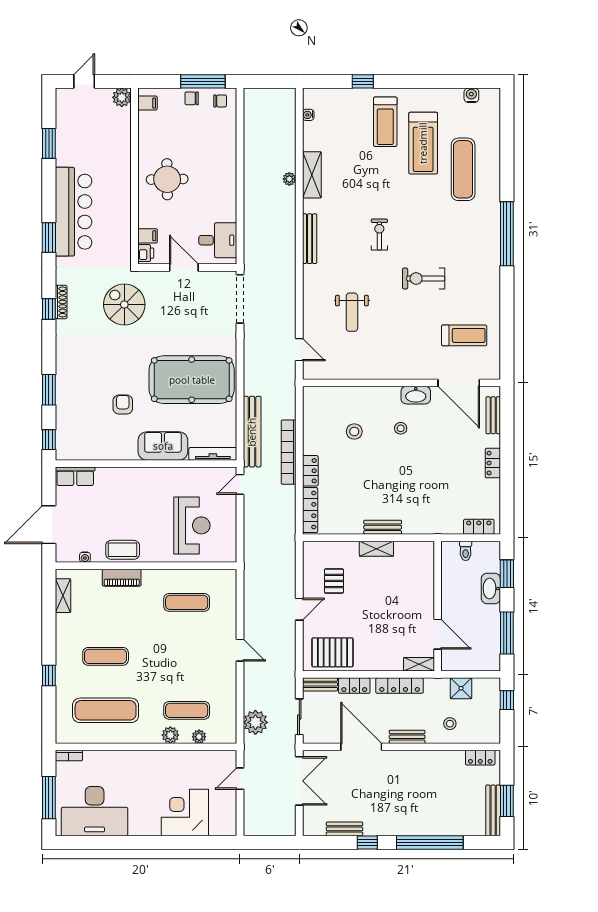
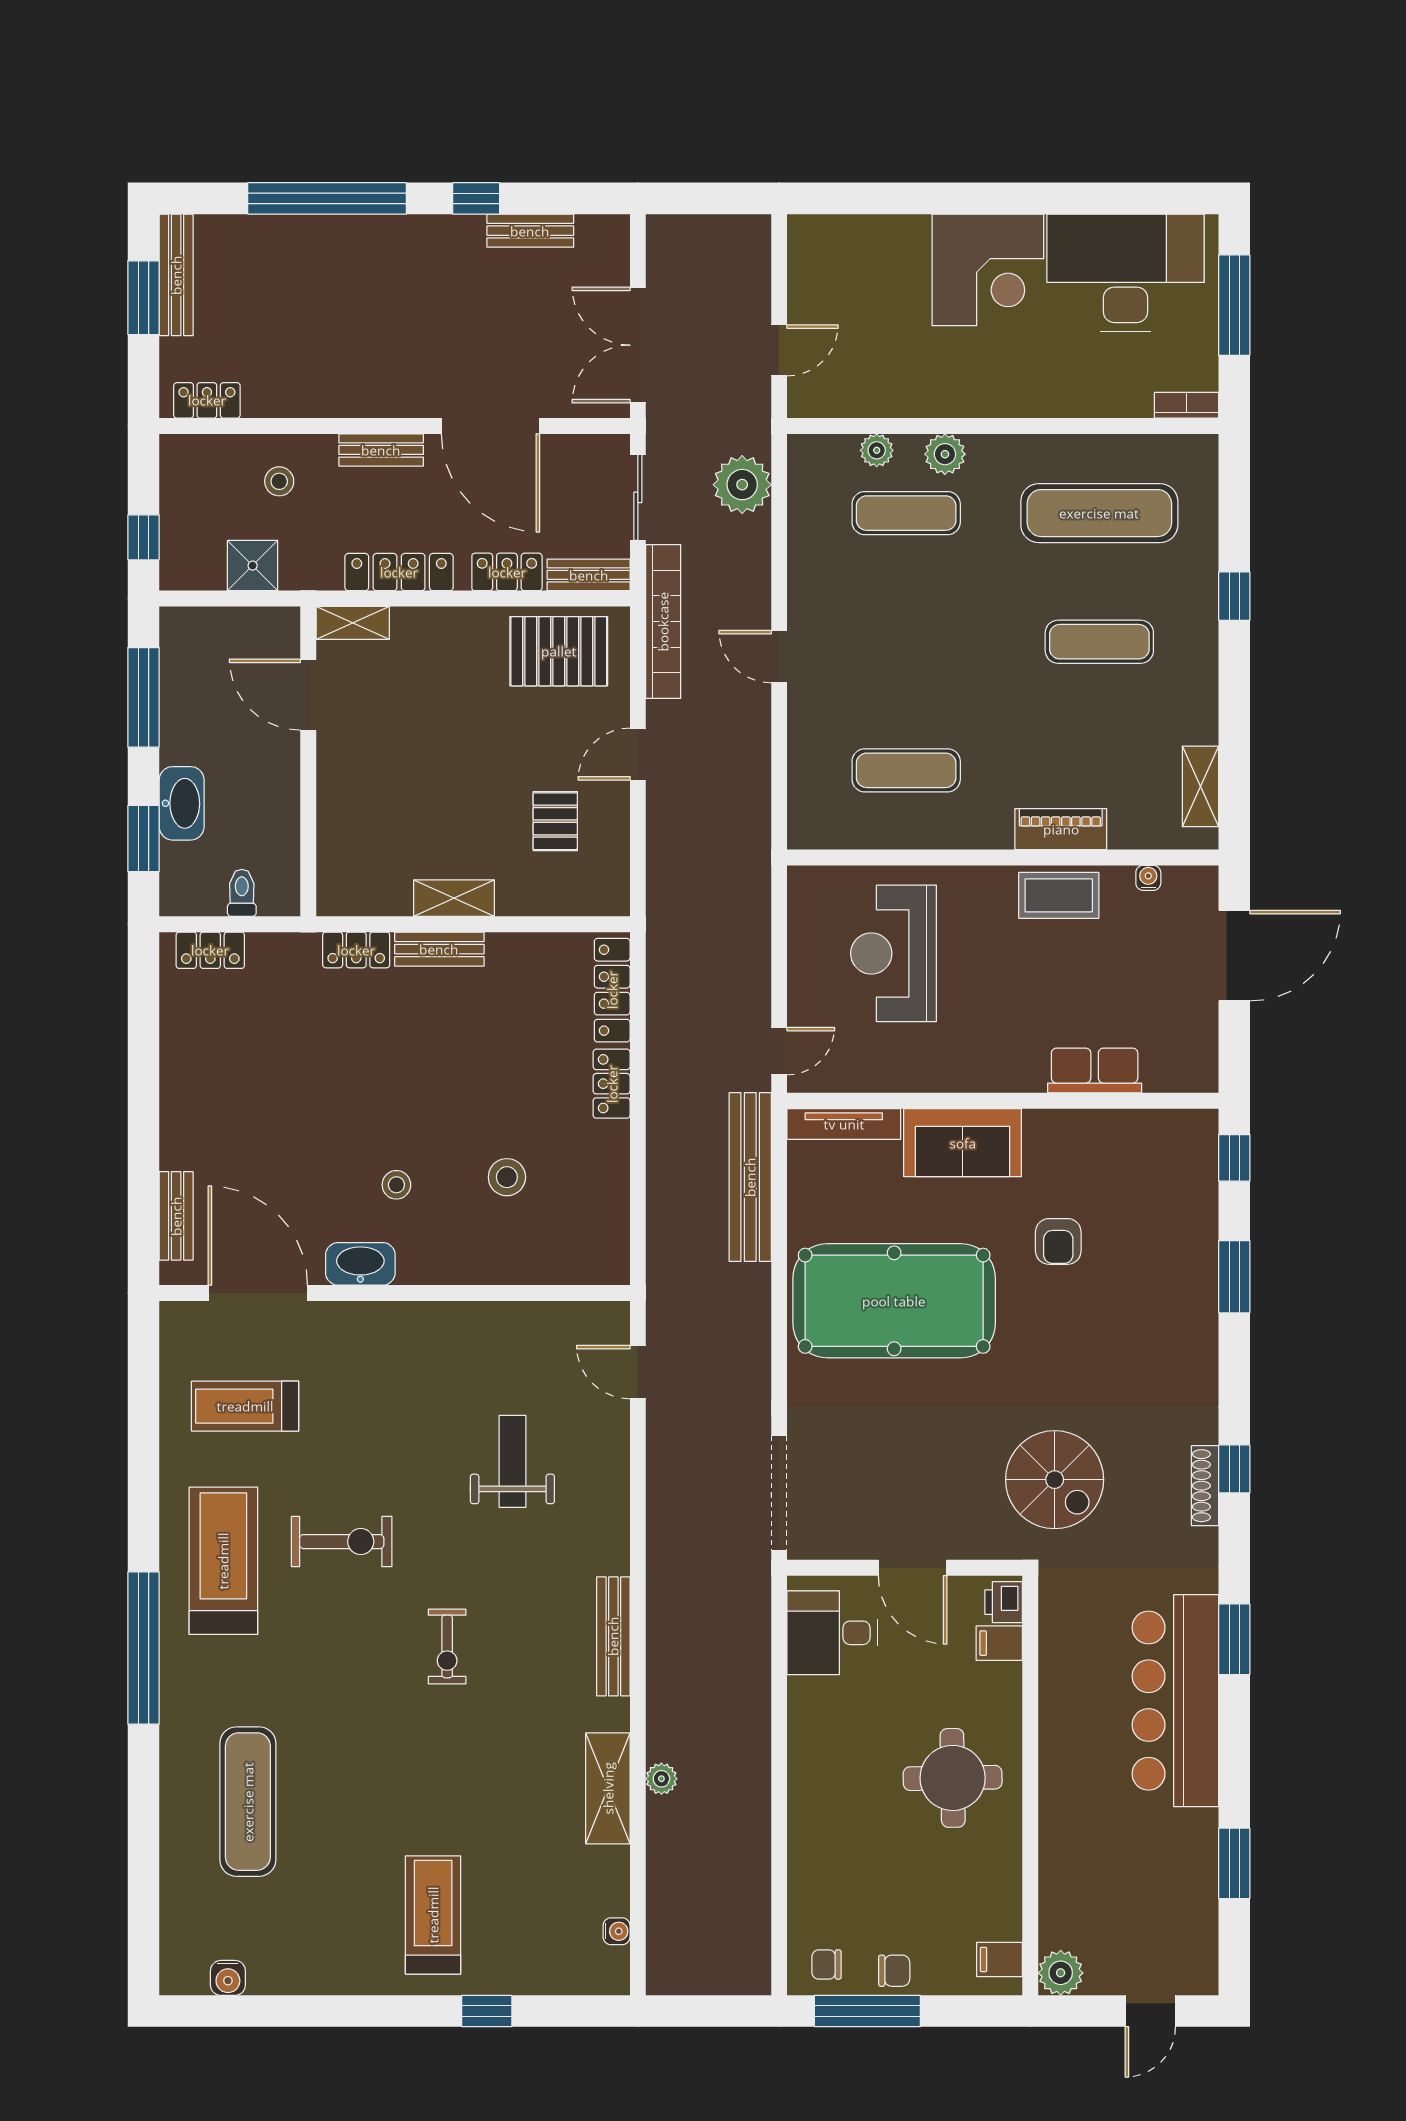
treadmill: (423, 143) -> (223, 1561), moved
bookcase: (289, 452) -> (663, 622), moved
locker: (493, 463) -> (356, 950), moved, turned 90
row of seats: (75, 476) -> (1095, 1070), moved
corner desk: (185, 812) -> (988, 270), moved

